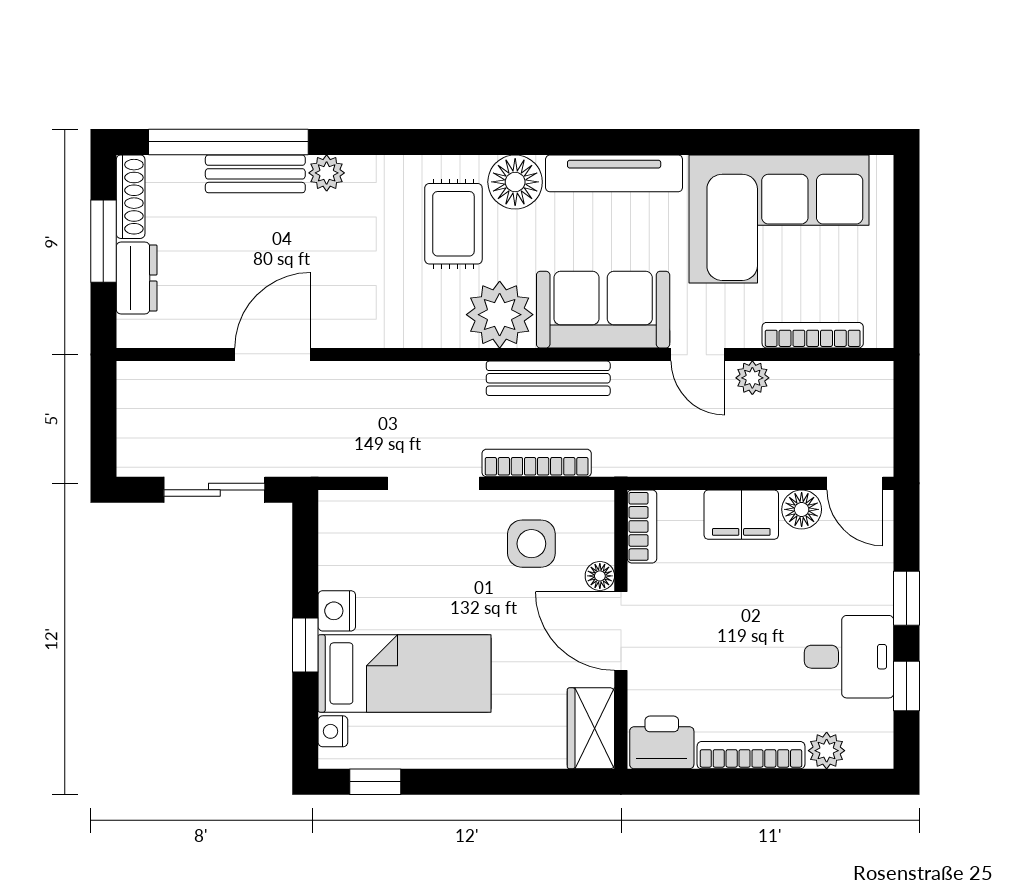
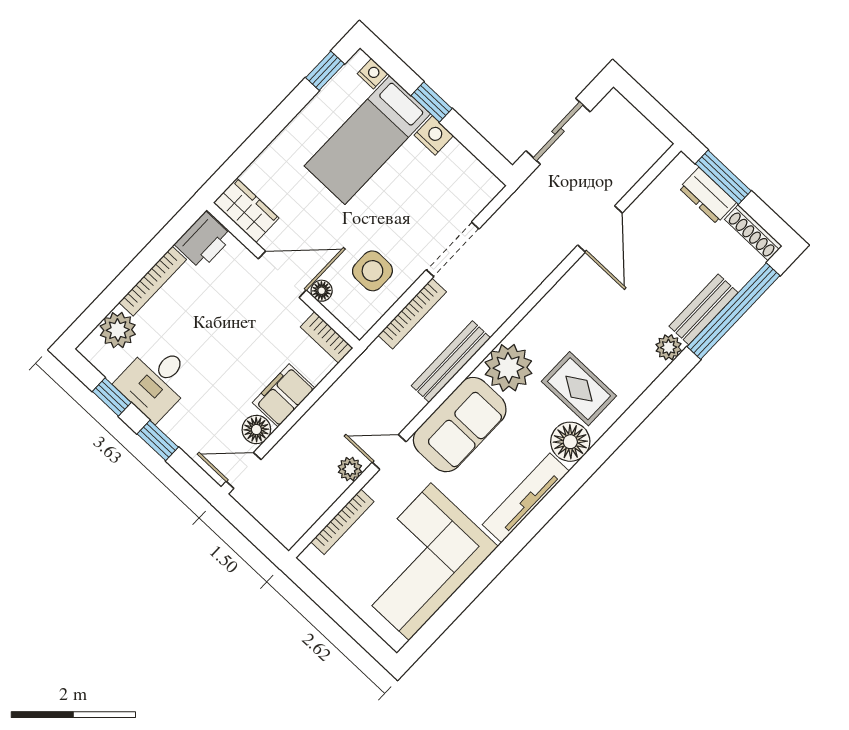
window: (103, 241) -> (723, 177), moved
plant: (827, 751) -> (118, 330), width x1.38, depth x1.38

